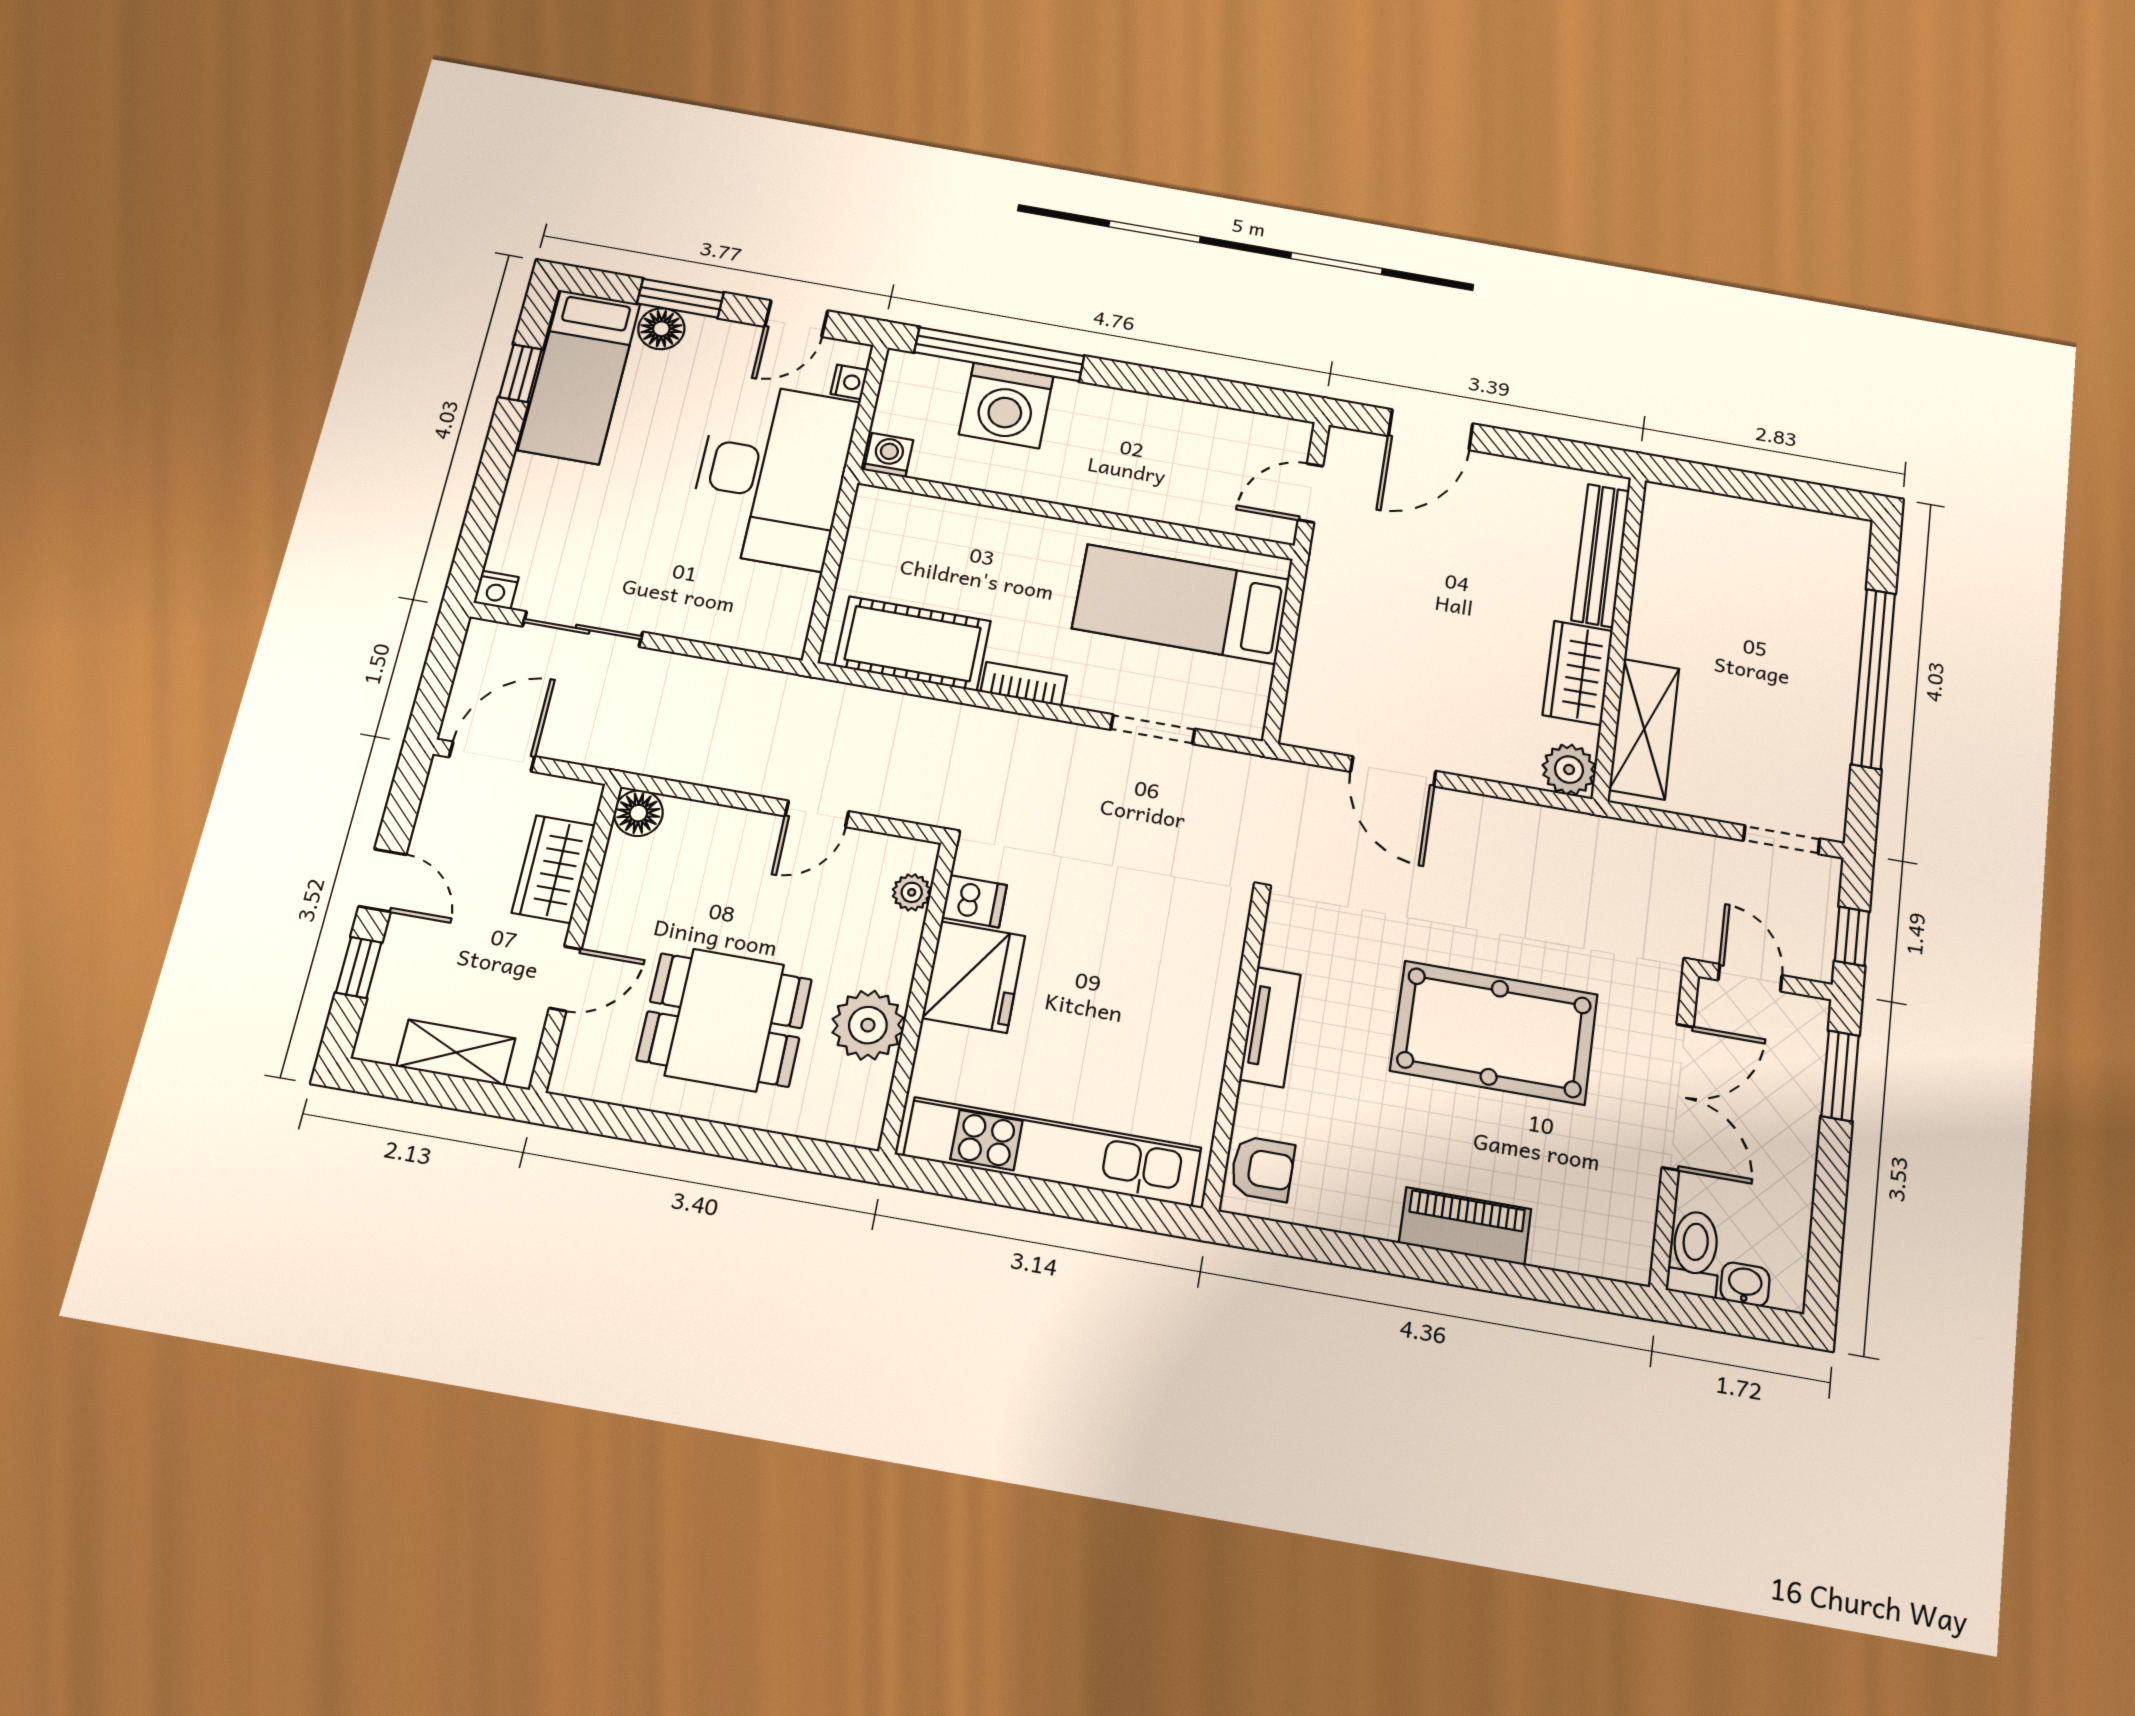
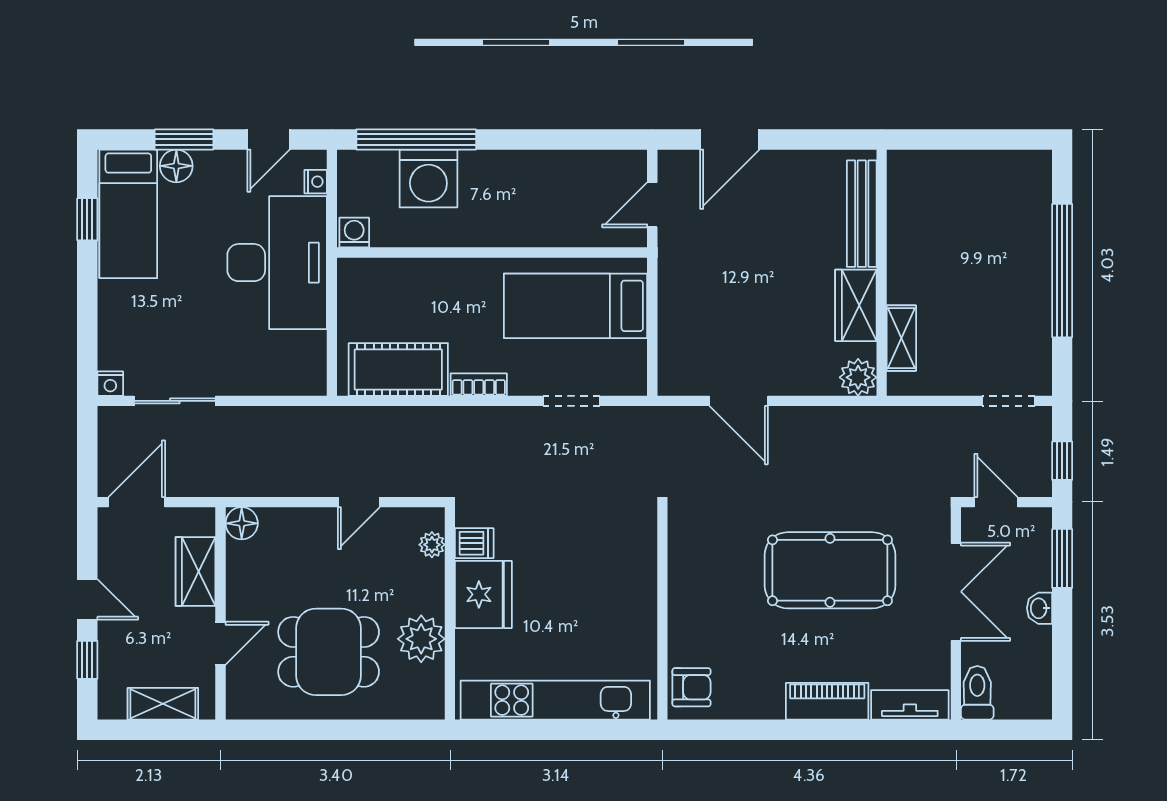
shelving: (1644, 729) -> (901, 338), width x0.67, depth x0.75
tv unit: (1270, 1027) -> (910, 705), moved, turned -90
washbasin: (1745, 1284) -> (1039, 608), moved, turned -90

